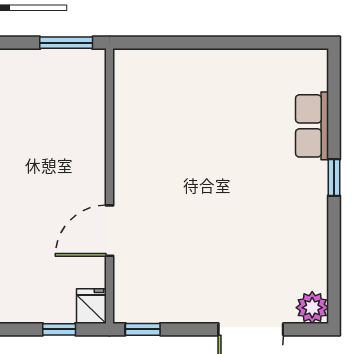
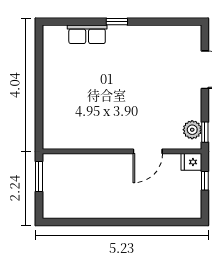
door: (109, 231) -> (148, 151), hinge flipped
plant: (312, 308) -> (192, 130), moved

